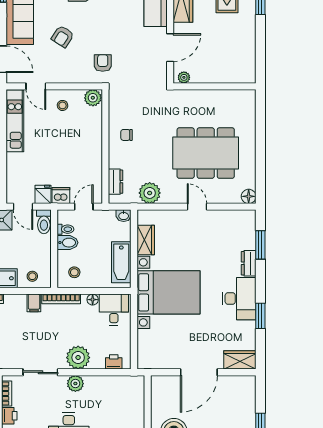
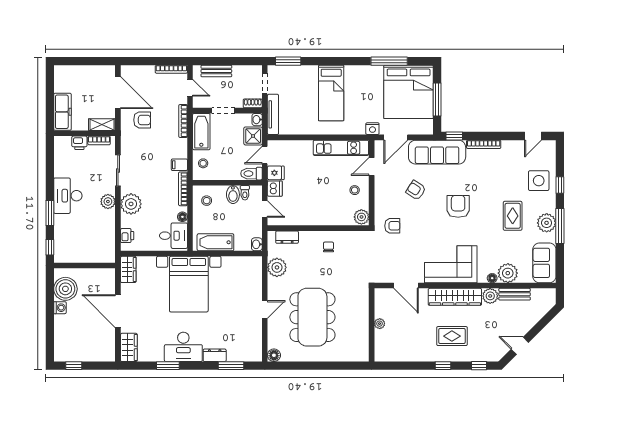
plant: (184, 77) -> (380, 324), moved
wardrobe: (146, 240) -> (128, 269), moved, turned -90

